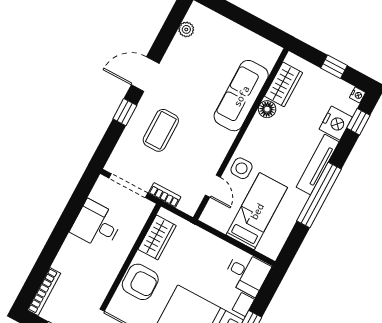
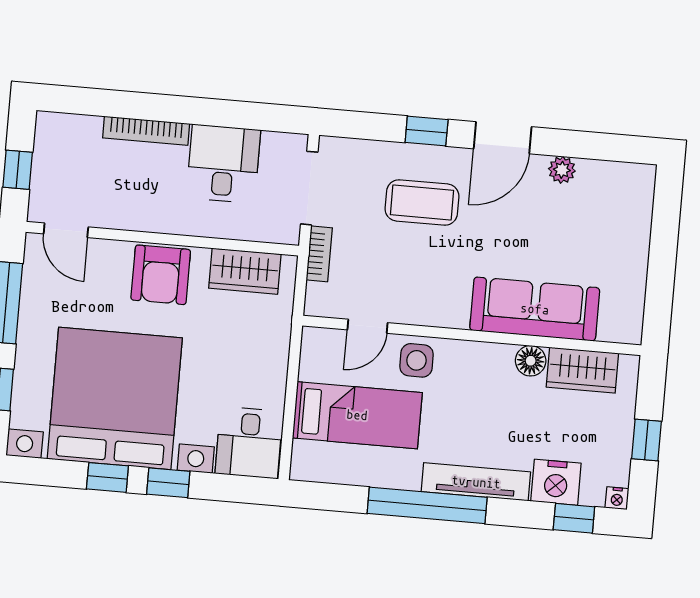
plant: (186, 29) -> (562, 170), moved
door: (145, 74) -> (503, 138), swing flipped
bookcase: (44, 292) -> (146, 131), moved

